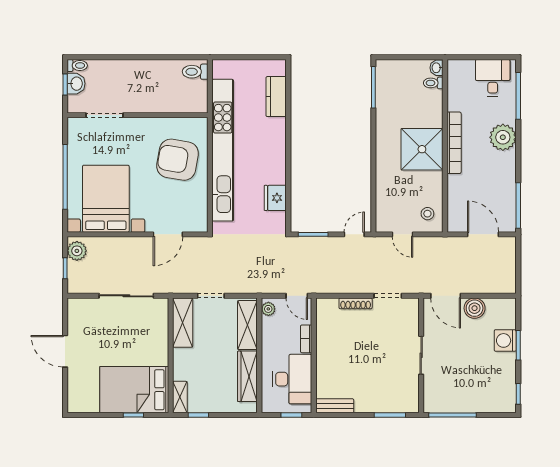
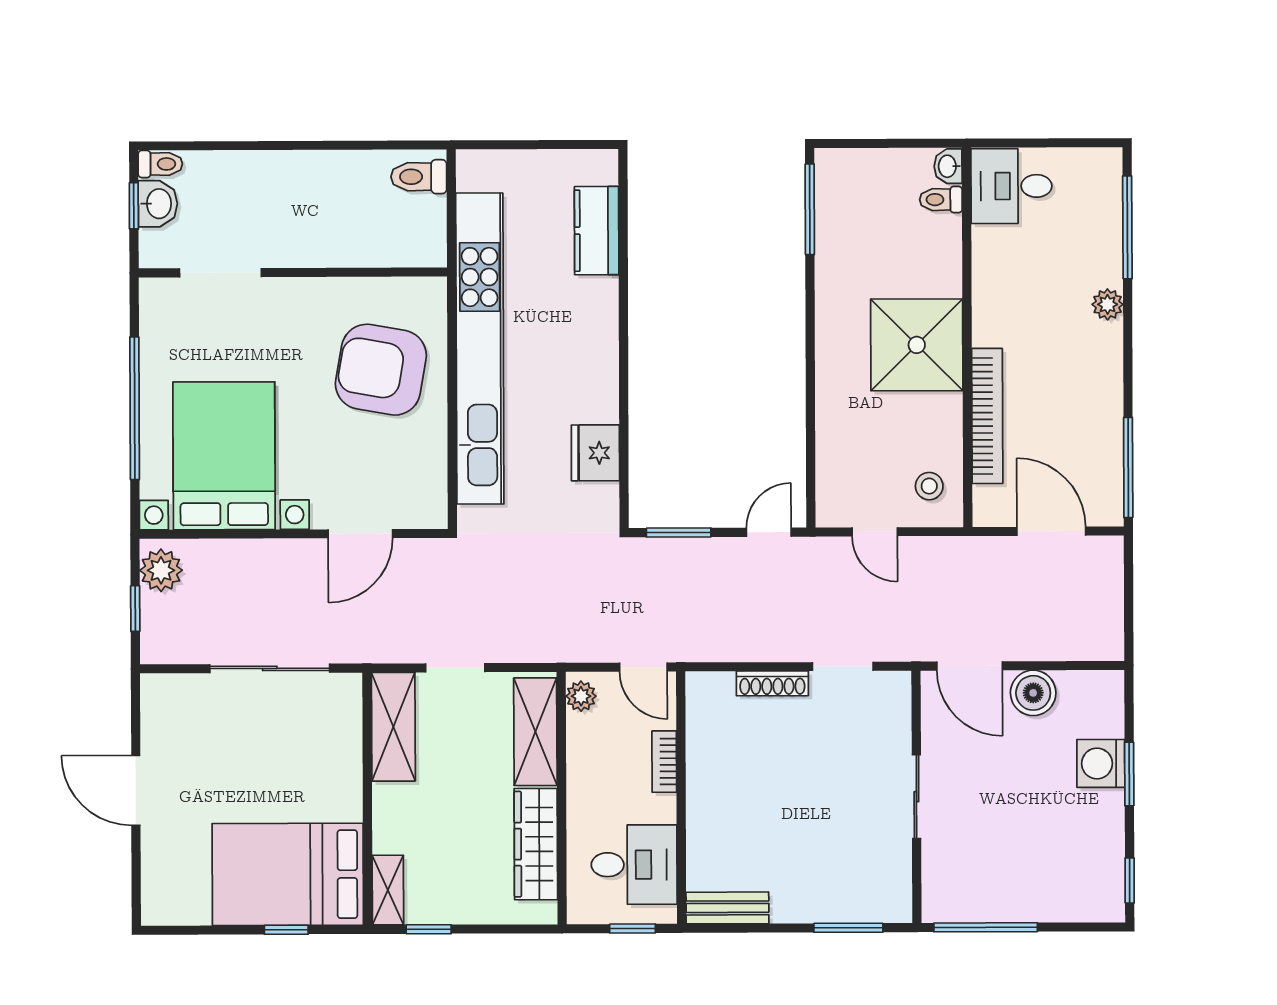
desk: (493, 78) -> (1011, 186), moved, turned -90
plant: (503, 137) -> (1108, 304), width x0.53, depth x0.53
bookcase: (454, 143) -> (987, 416), moved
desk: (292, 379) -> (634, 865), width x0.73

